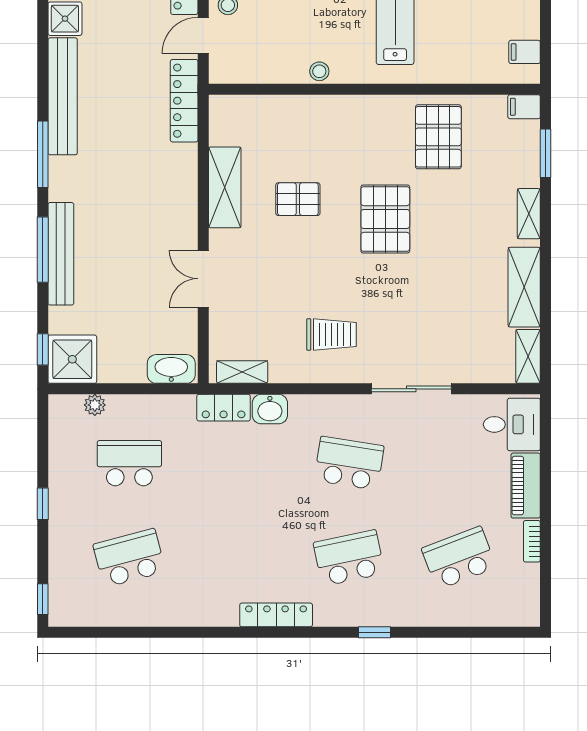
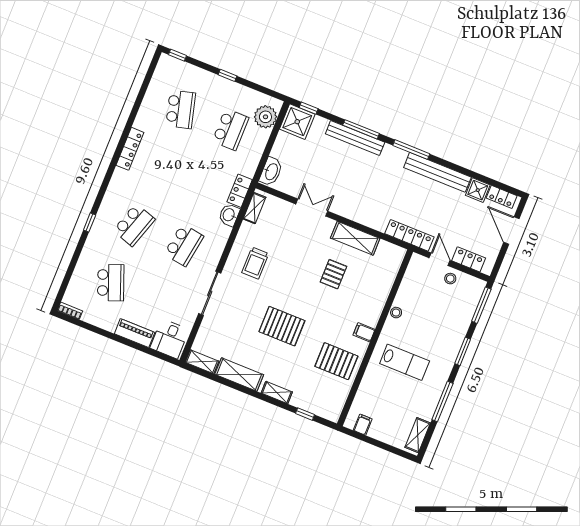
filing cabinet: (524, 107) -> (364, 332), moved, turned -90
window: (546, 153) -> (305, 414), width x0.67
pallet: (385, 219) -> (282, 326), moved
plant: (95, 405) -> (265, 117), width x1.88, depth x1.88
bookcase: (532, 541) -> (70, 311), moved
school desk: (349, 558) -> (134, 225), turned 30
locker: (276, 615) -> (130, 149), moved

